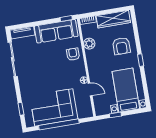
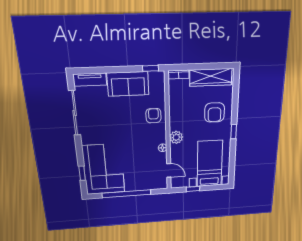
sofa: (56, 31) -> (128, 84), width x0.73
plant: (89, 44) -> (176, 137), moved
door: (90, 89) -> (169, 170), moved
corner sofa: (54, 107) -> (104, 169), moved, turned 90

